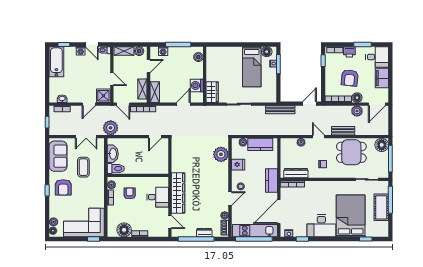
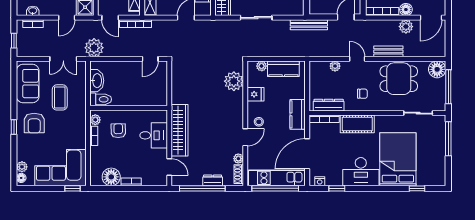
cot: (381, 207) -> (357, 124), moved, turned 90

